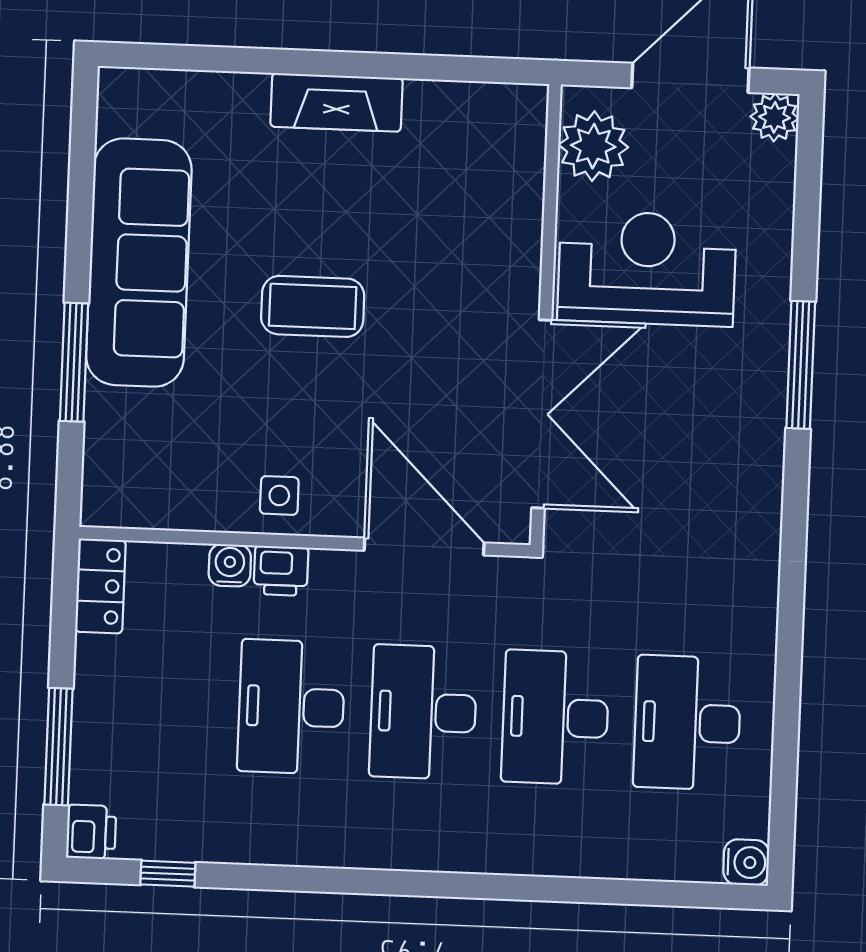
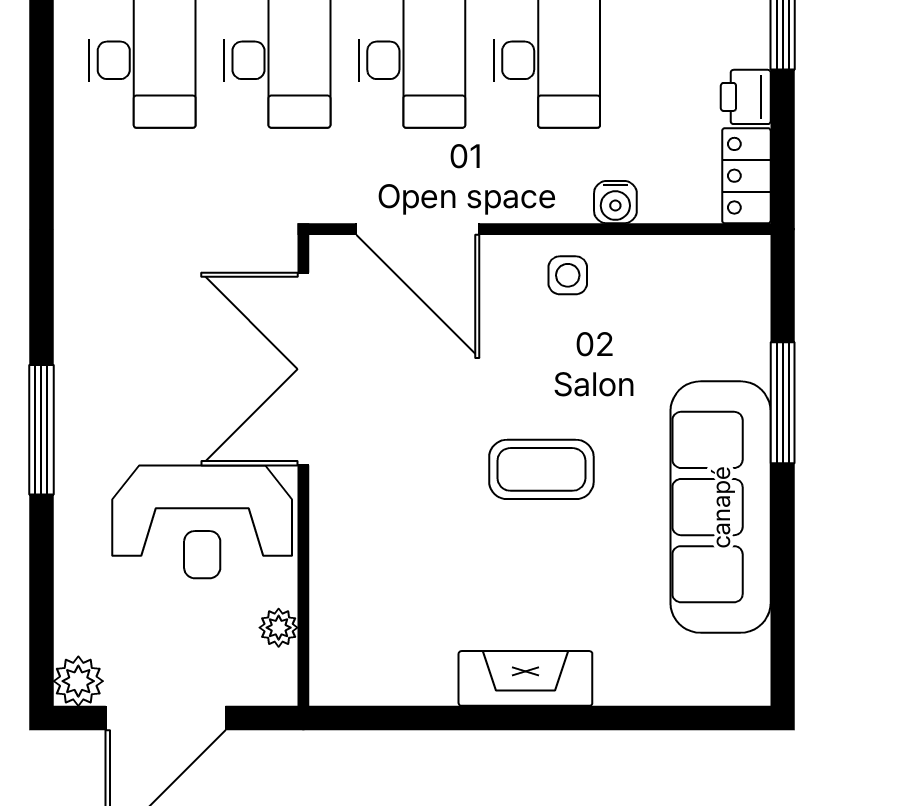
plant: (593, 146) -> (279, 628), width x0.53, depth x0.53
printer: (281, 571) -> (746, 97), moved, turned -90

